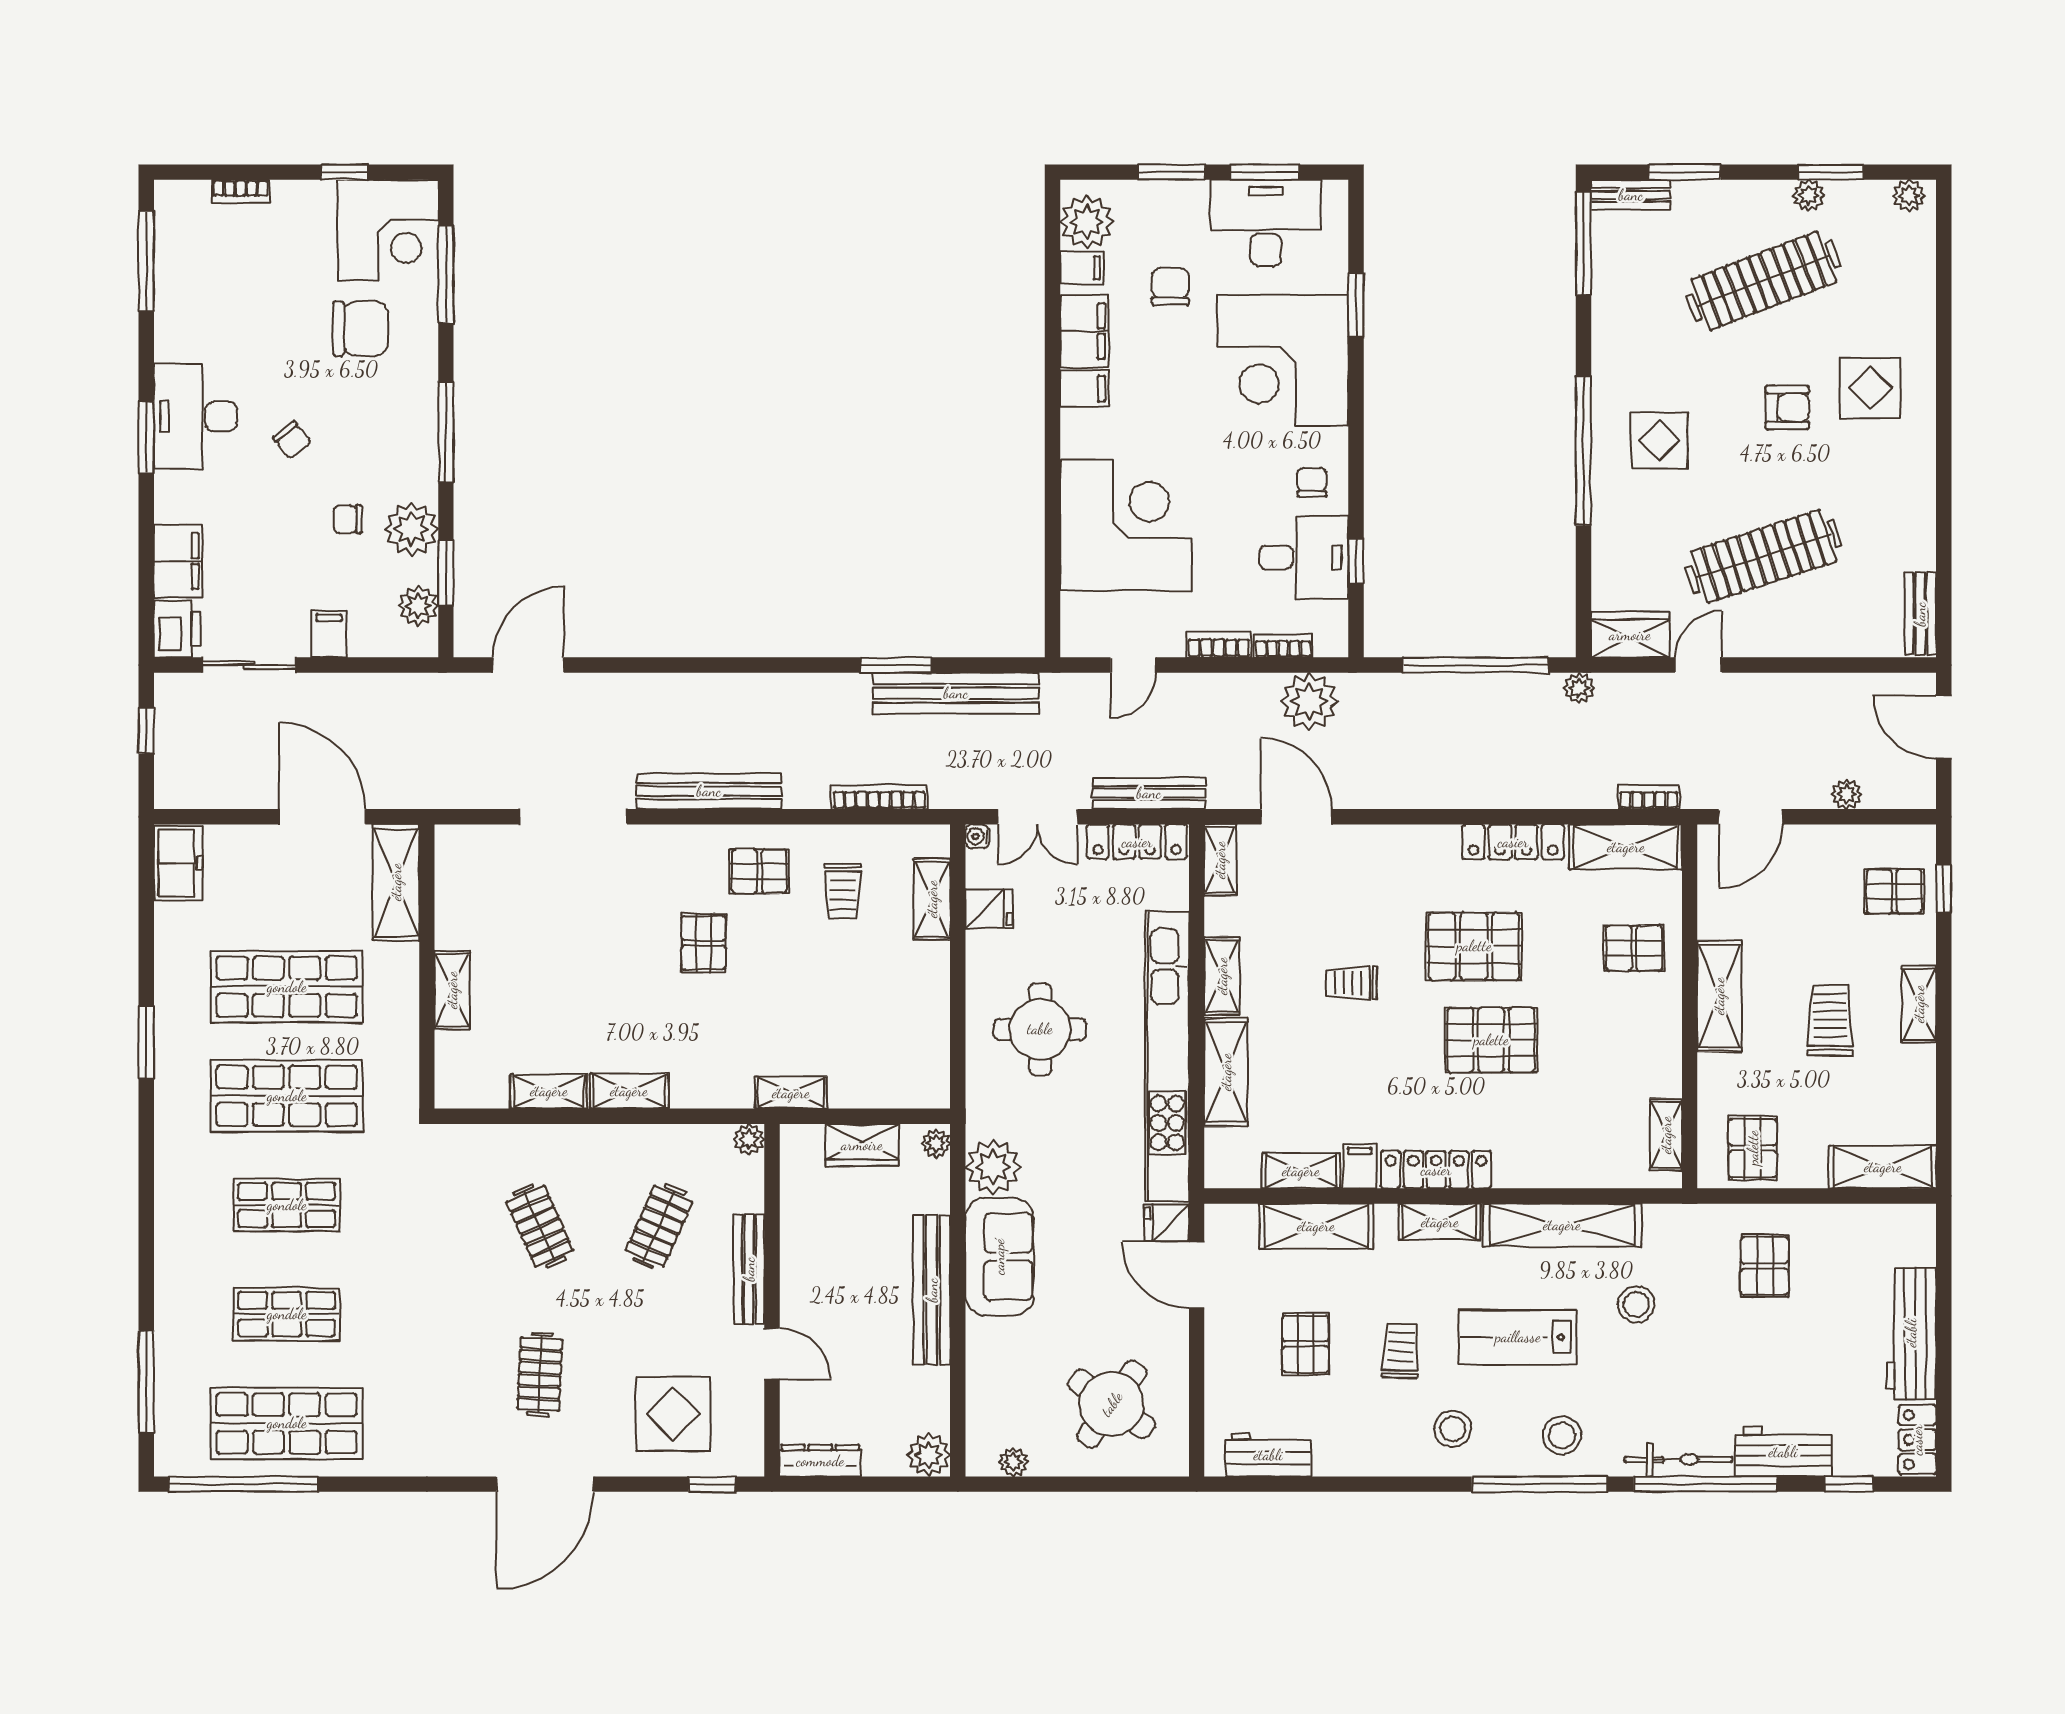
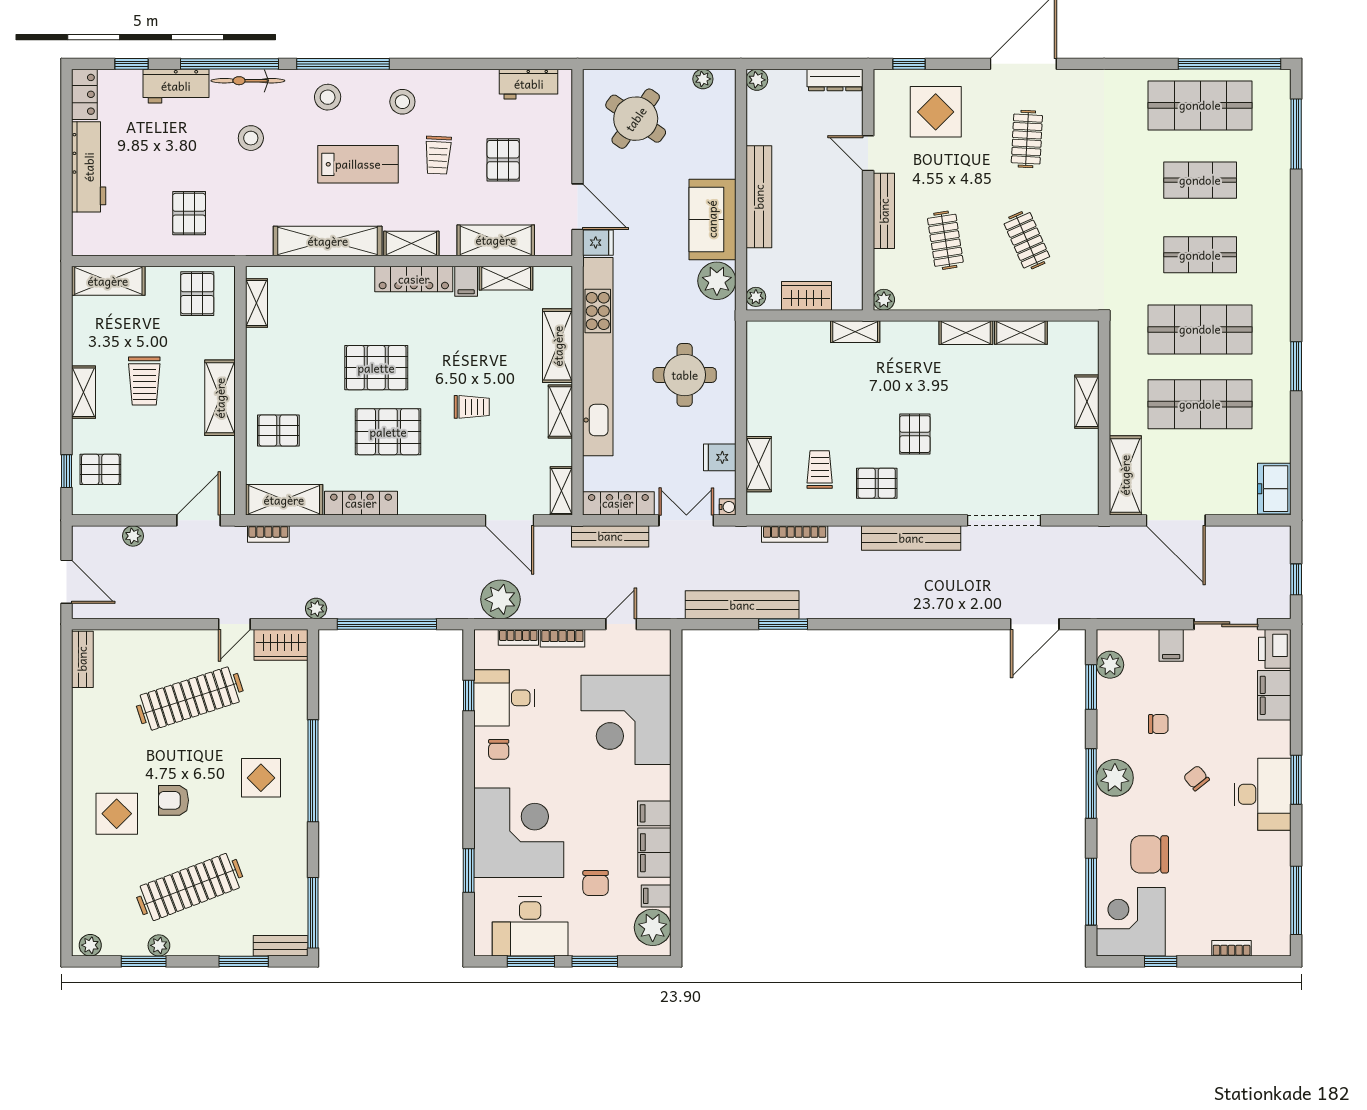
plant: (411, 529) -> (1115, 778), moved
clothes rail: (659, 1226) -> (945, 240), turned -33
stool: (1636, 1304) -> (251, 138), moved
plant: (929, 1455) -> (757, 80), width x0.73, depth x0.73

